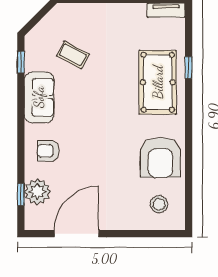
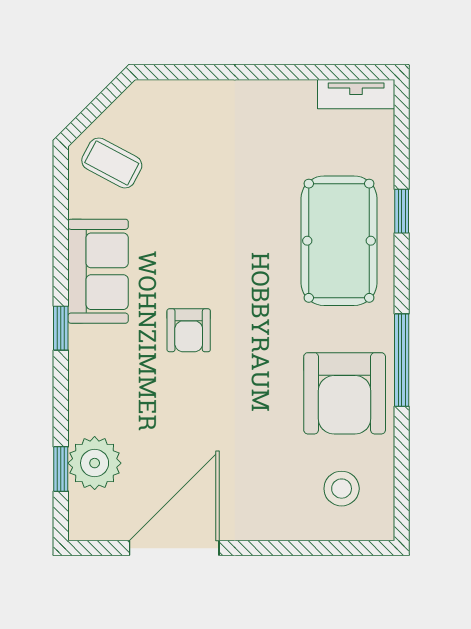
coffee table: (73, 55) -> (112, 163), moved
window: (21, 62) -> (61, 328), moved
window: (189, 141) -> (402, 360), added
armchair: (48, 151) -> (189, 330), moved, turned -90

